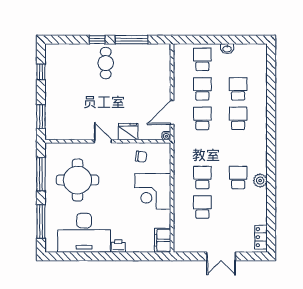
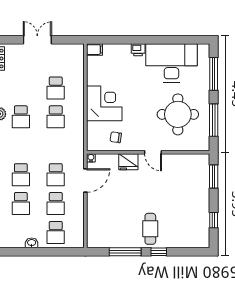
filing cabinet: (163, 240) -> (95, 50), width x0.50

